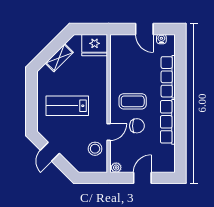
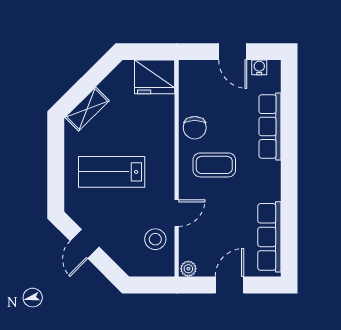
shelving: (59, 58) -> (87, 109), moved
row of seats: (168, 122) -> (269, 237), moved
chair: (137, 126) -> (195, 128), moved, turned 90

